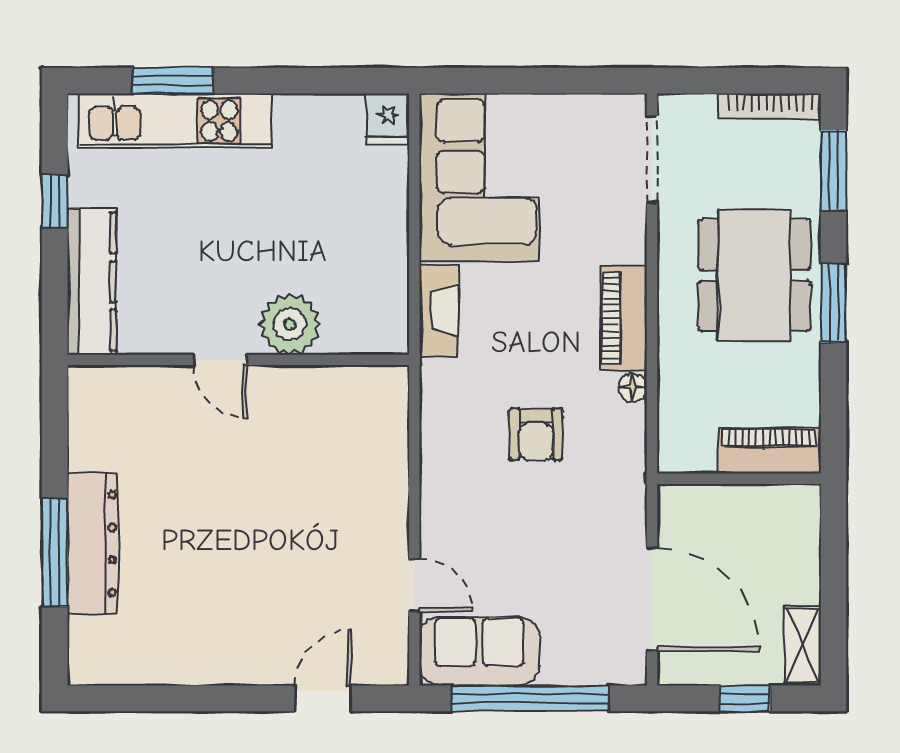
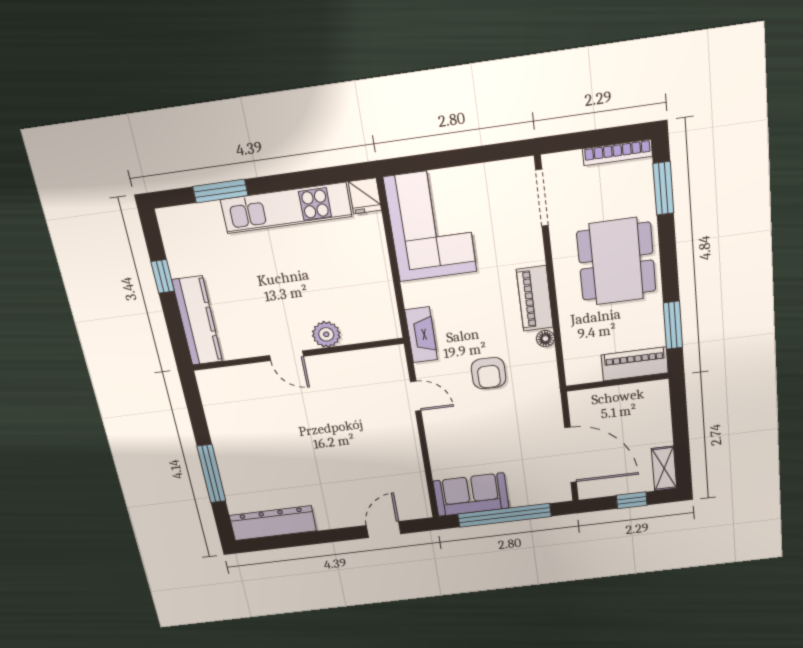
kitchen unit: (175, 121) -> (286, 208), moved
window: (834, 303) -> (673, 325), moved
fireplace: (439, 310) -> (421, 335), moved
plant: (290, 324) -> (326, 334), width x0.73, depth x0.73
dresser: (93, 544) -> (273, 523), moved, turned -90
door: (414, 585) -> (416, 396), moved

